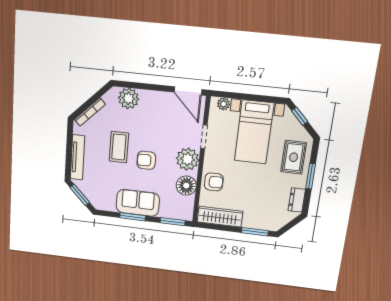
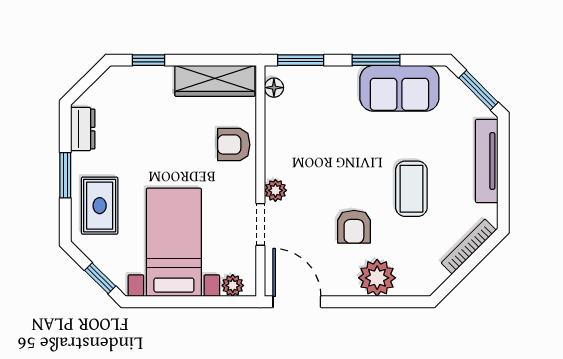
plant: (128, 98) -> (377, 278), moved
plant: (188, 159) -> (275, 190), width x0.53, depth x0.53
armchair: (146, 160) -> (354, 227), moved, turned 90
floor lamp: (186, 186) -> (274, 88), moved, width x0.53, depth x0.53
sofa: (138, 203) -> (399, 88), moved
window: (255, 232) -> (149, 60), width x0.67

